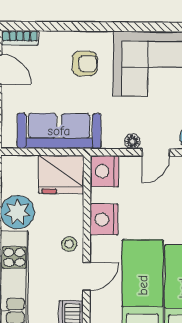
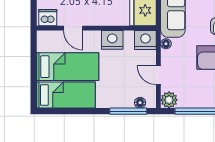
floor lamp: (132, 141) -> (166, 44), moved
stool: (69, 244) -> (95, 16), removed

